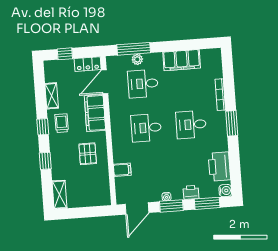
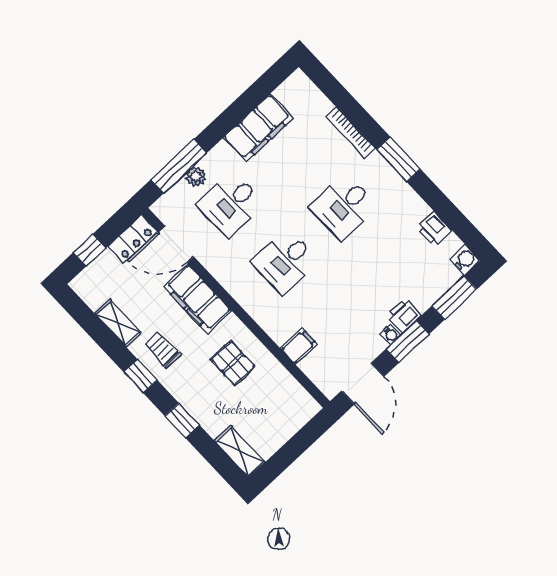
door: (105, 82) -> (176, 244), hinge flipped
printer: (219, 166) -> (434, 229), width x0.53, depth x0.68
printer: (191, 192) -> (404, 315), moved

